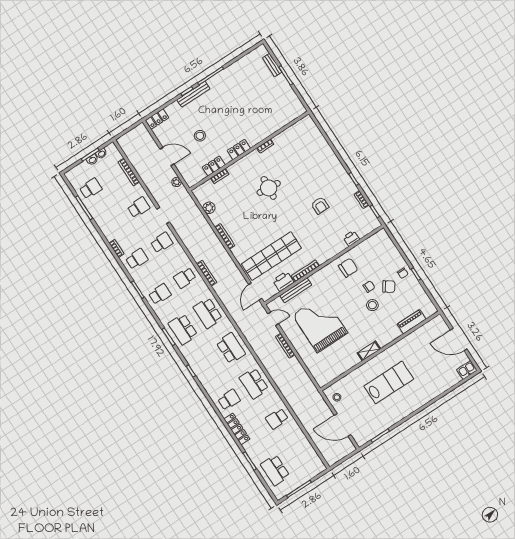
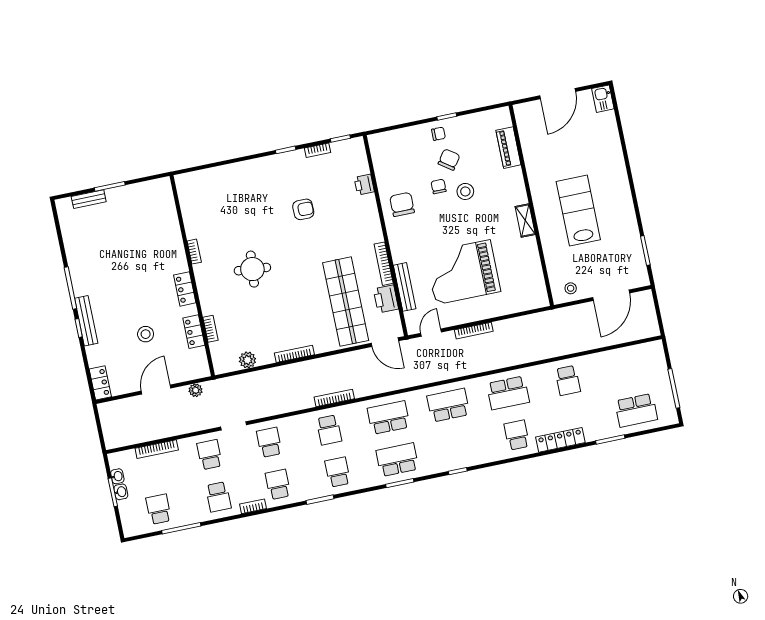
school desk: (114, 224) -> (218, 497), added
school desk: (208, 313) -> (389, 418), turned 180
school desk: (183, 329) -> (397, 460), turned 180

